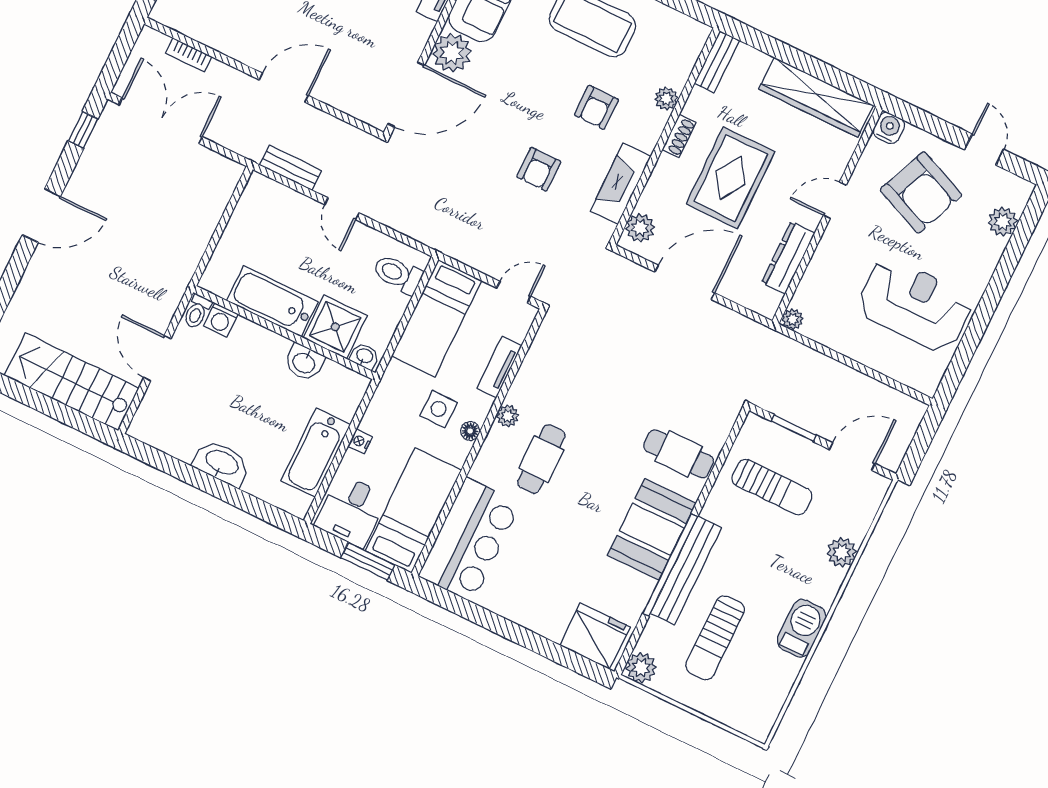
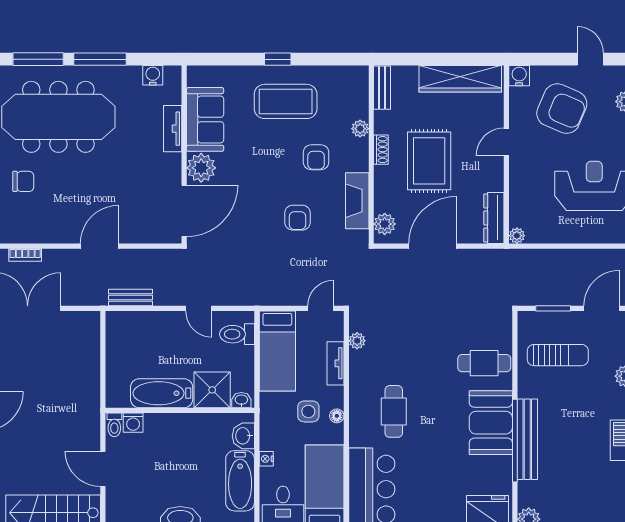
door: (342, 209) -> (199, 308), moved
dresser: (788, 258) -> (494, 218), moved
washbasin: (304, 362) -> (243, 436), moved, turned 90
plant: (508, 416) -> (357, 341), moved
sun lounger: (715, 638) -> (569, 475), removed

